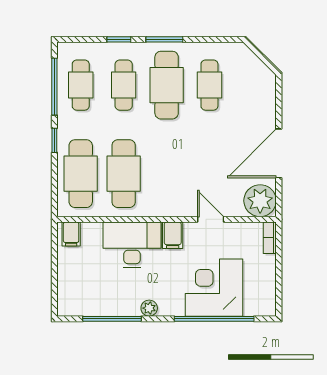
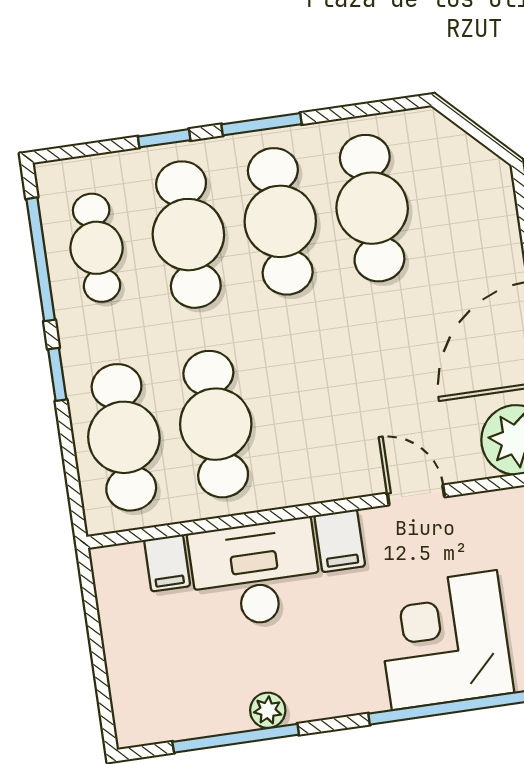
cafe table: (124, 85) -> (188, 235), width x1.37, depth x1.35
cafe table: (209, 85) -> (372, 208), width x1.37, depth x1.35
filing cabinet: (71, 234) -> (167, 563), moved
plant: (149, 308) -> (268, 710), moved

